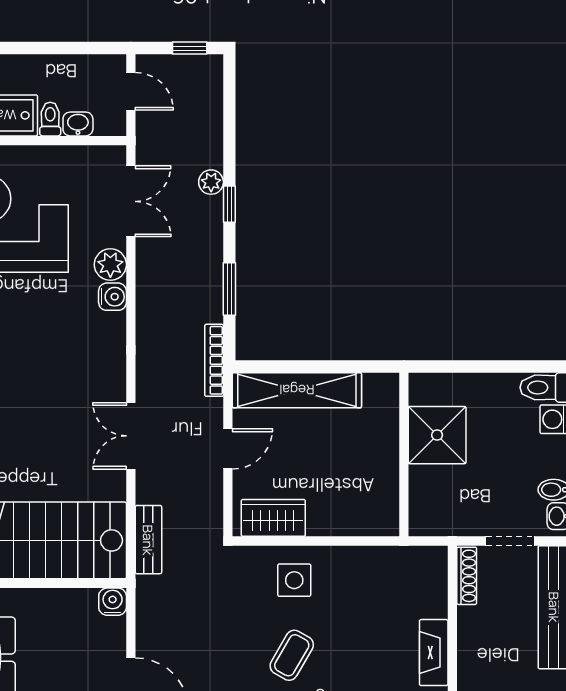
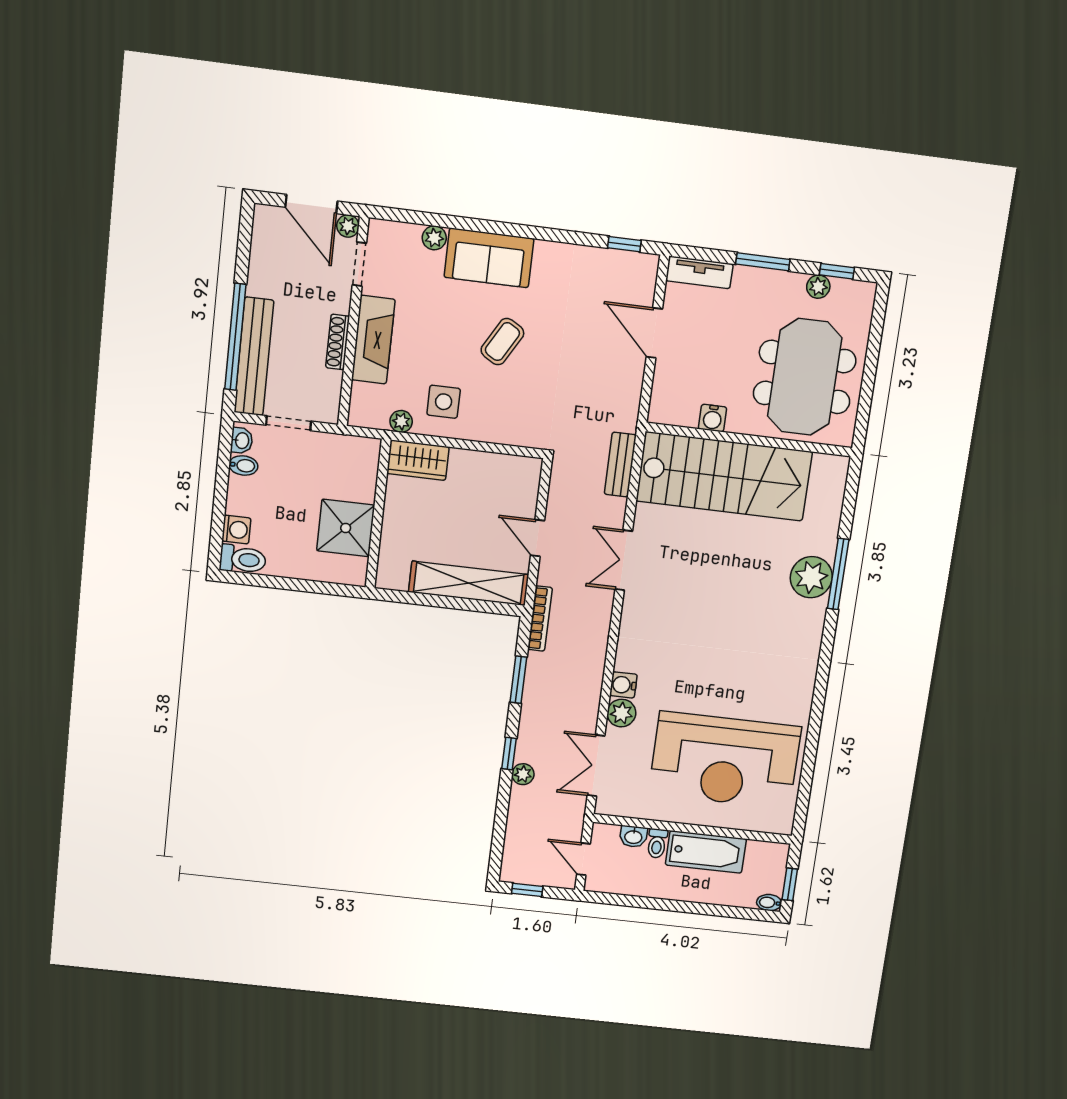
double door: (131, 436) -> (624, 560), swing flipped
door: (228, 449) -> (538, 538), hinge flipped
wardrobe: (273, 518) -> (418, 460), moved
plant: (390, 557) -> (401, 421), added
shoe rack: (467, 576) -> (338, 342), moved
side table: (294, 580) -> (444, 402), moved
water cooler: (113, 602) -> (712, 418), moved
fireplace: (434, 653) -> (373, 340), width x1.37, depth x1.32

